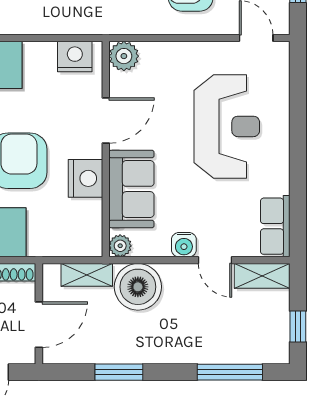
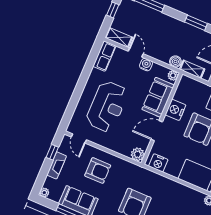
reception desk: (227, 126) -> (107, 107), turned 180
boiler: (138, 287) -> (175, 62), width x0.54, depth x0.54

